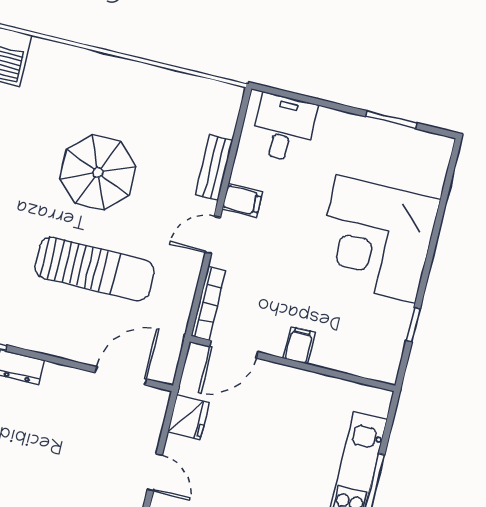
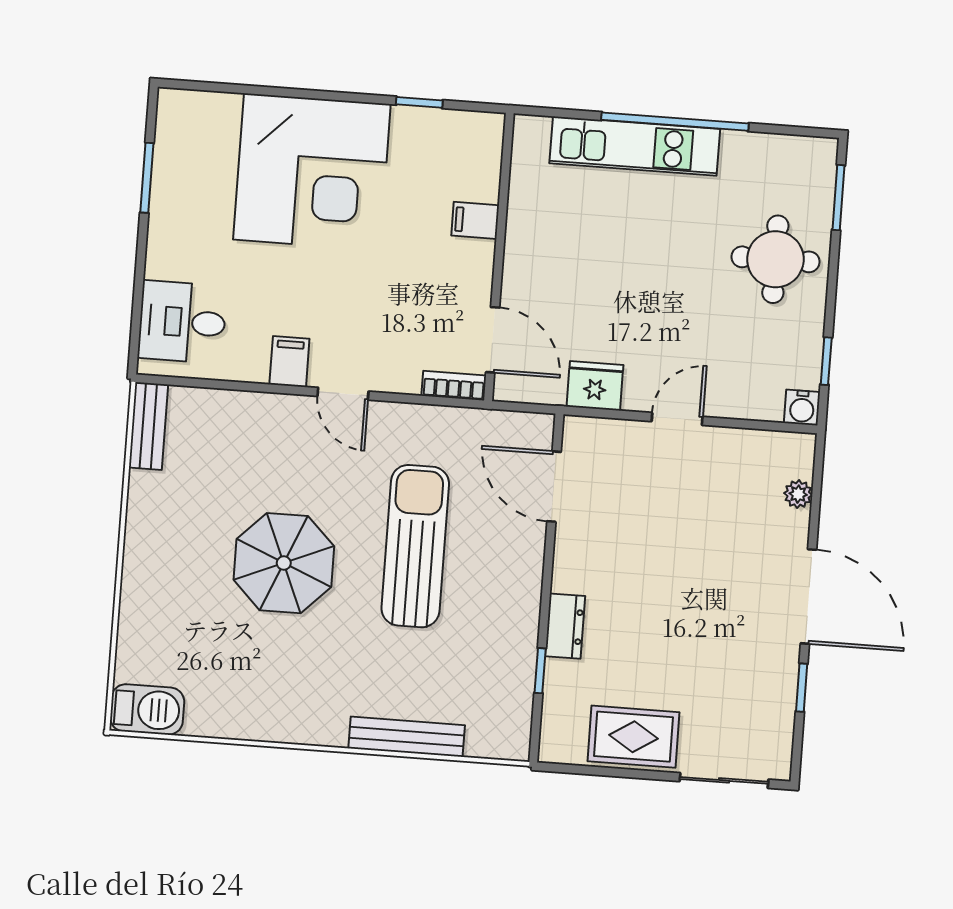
bench: (214, 168) -> (148, 426), moved, turned 90
bookcase: (208, 303) -> (454, 386), width x0.64
filing cabinet: (299, 345) -> (475, 220), moved

